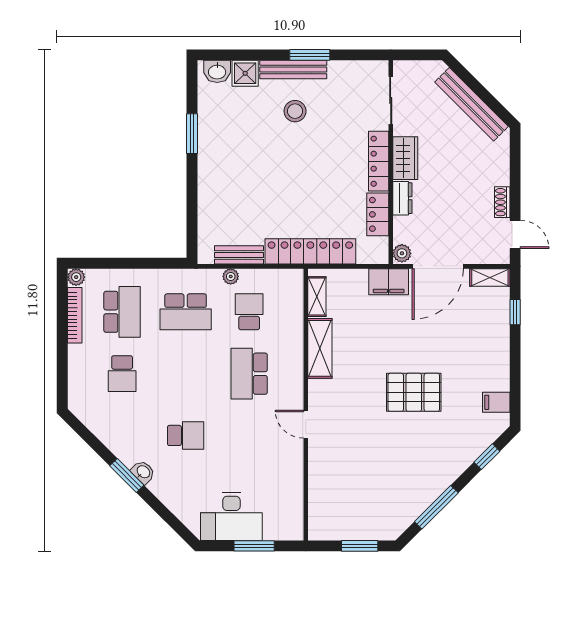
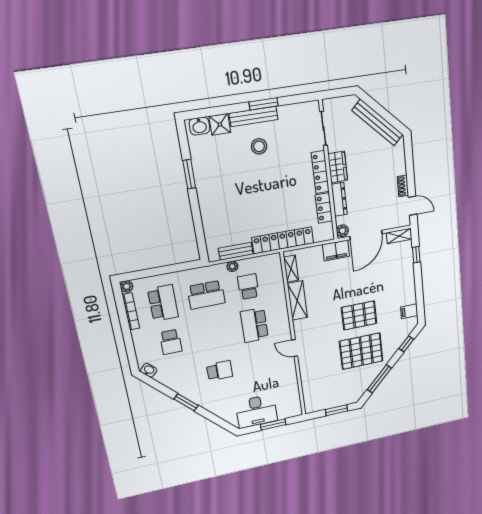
dresser: (402, 198) -> (339, 199), width x1.44
pallet: (411, 453) -> (361, 351), added
washbasin: (143, 472) -> (149, 370), moved

